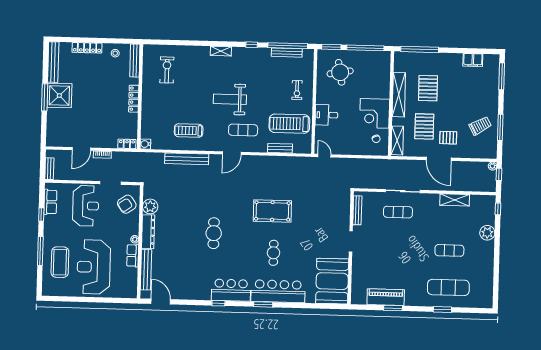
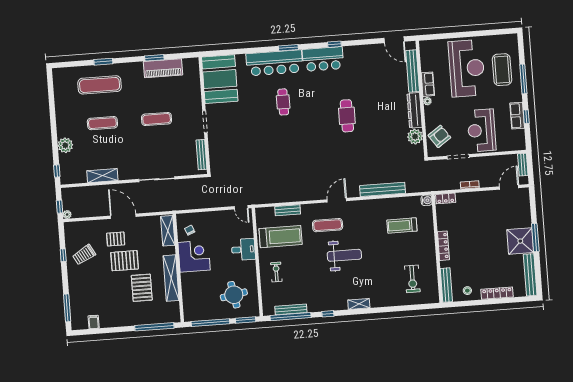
filing cabinet: (473, 60) -> (94, 322), width x0.50
pallet: (424, 126) -> (125, 261), moved, turned 90
window: (500, 127) -> (63, 255), width x0.46
treadmill: (189, 131) -> (402, 226), moved, turned 180
door: (81, 149) -> (509, 187), moved
row of seats: (50, 202) -> (517, 116), moved
pool table: (272, 211) -> (289, 145), removed
exercise mat: (398, 212) -> (157, 119), moved

